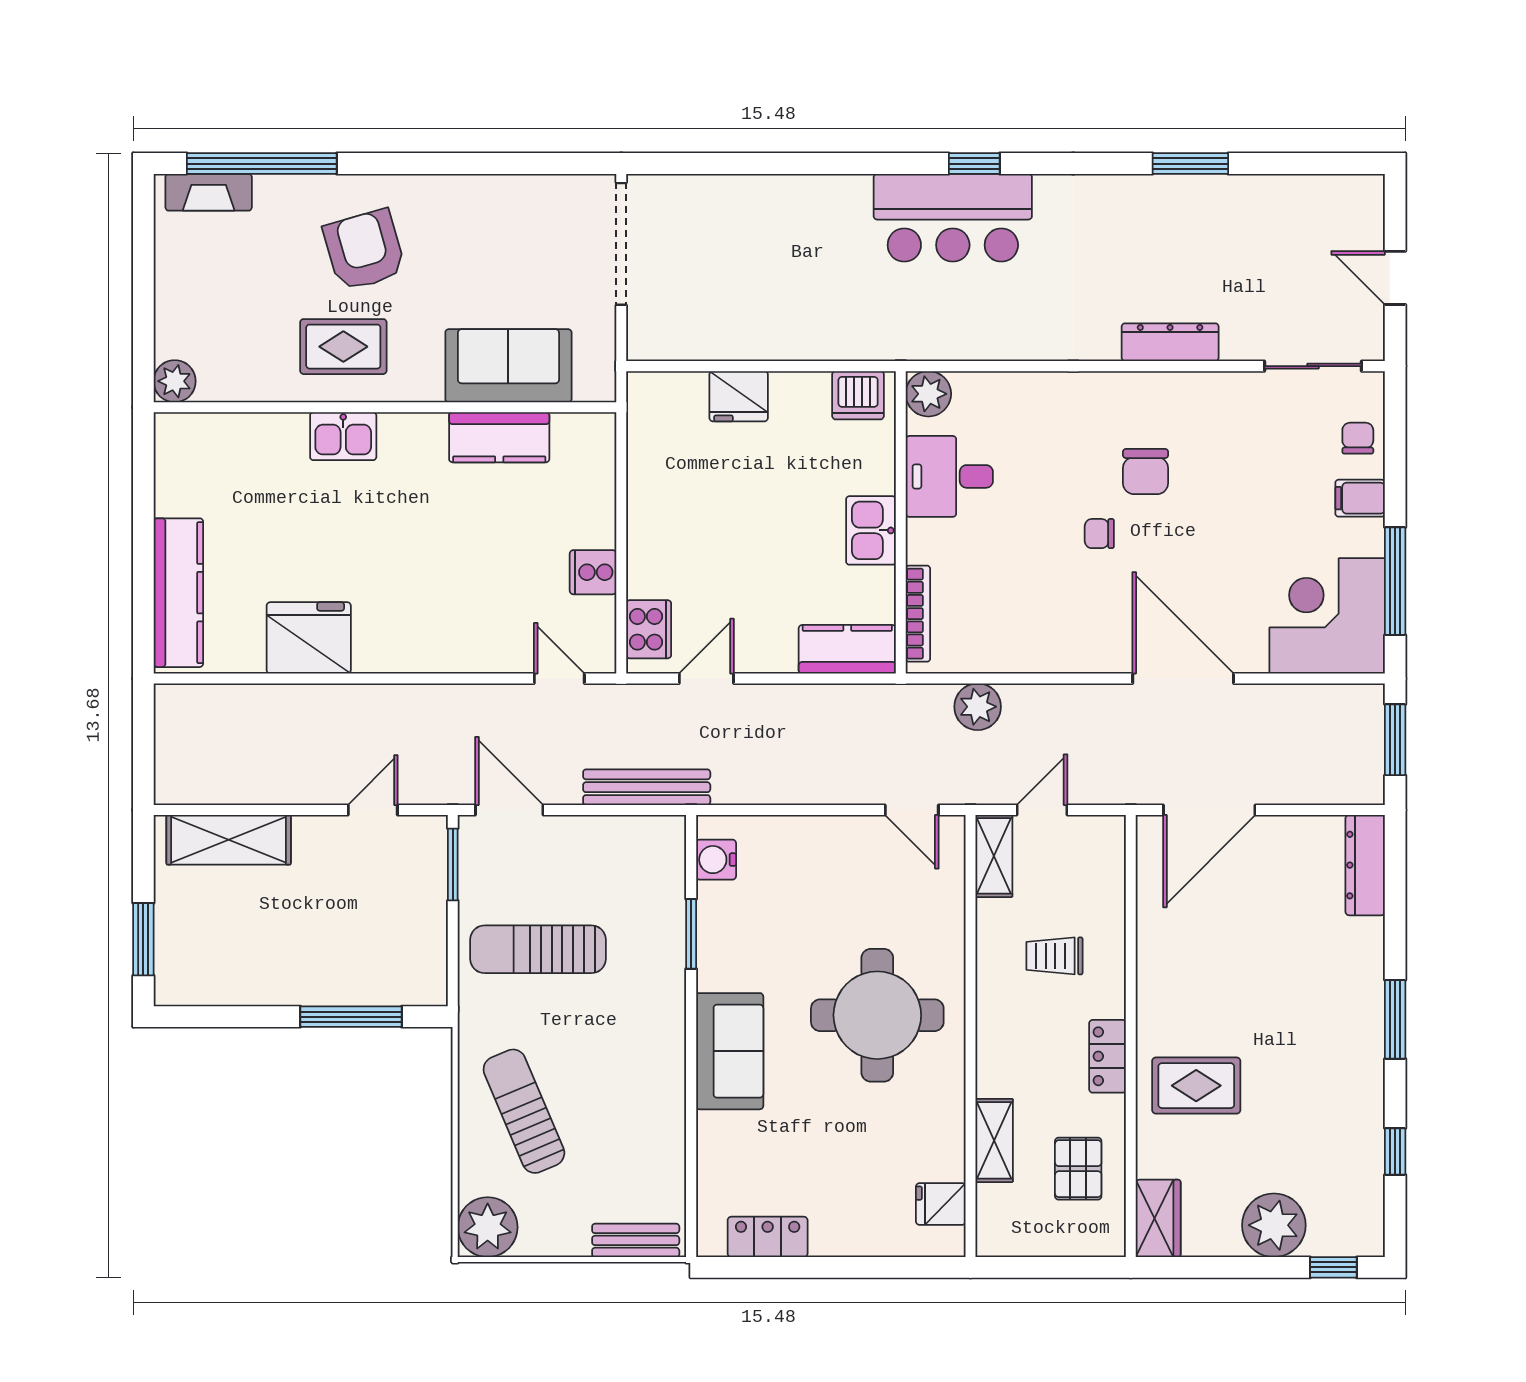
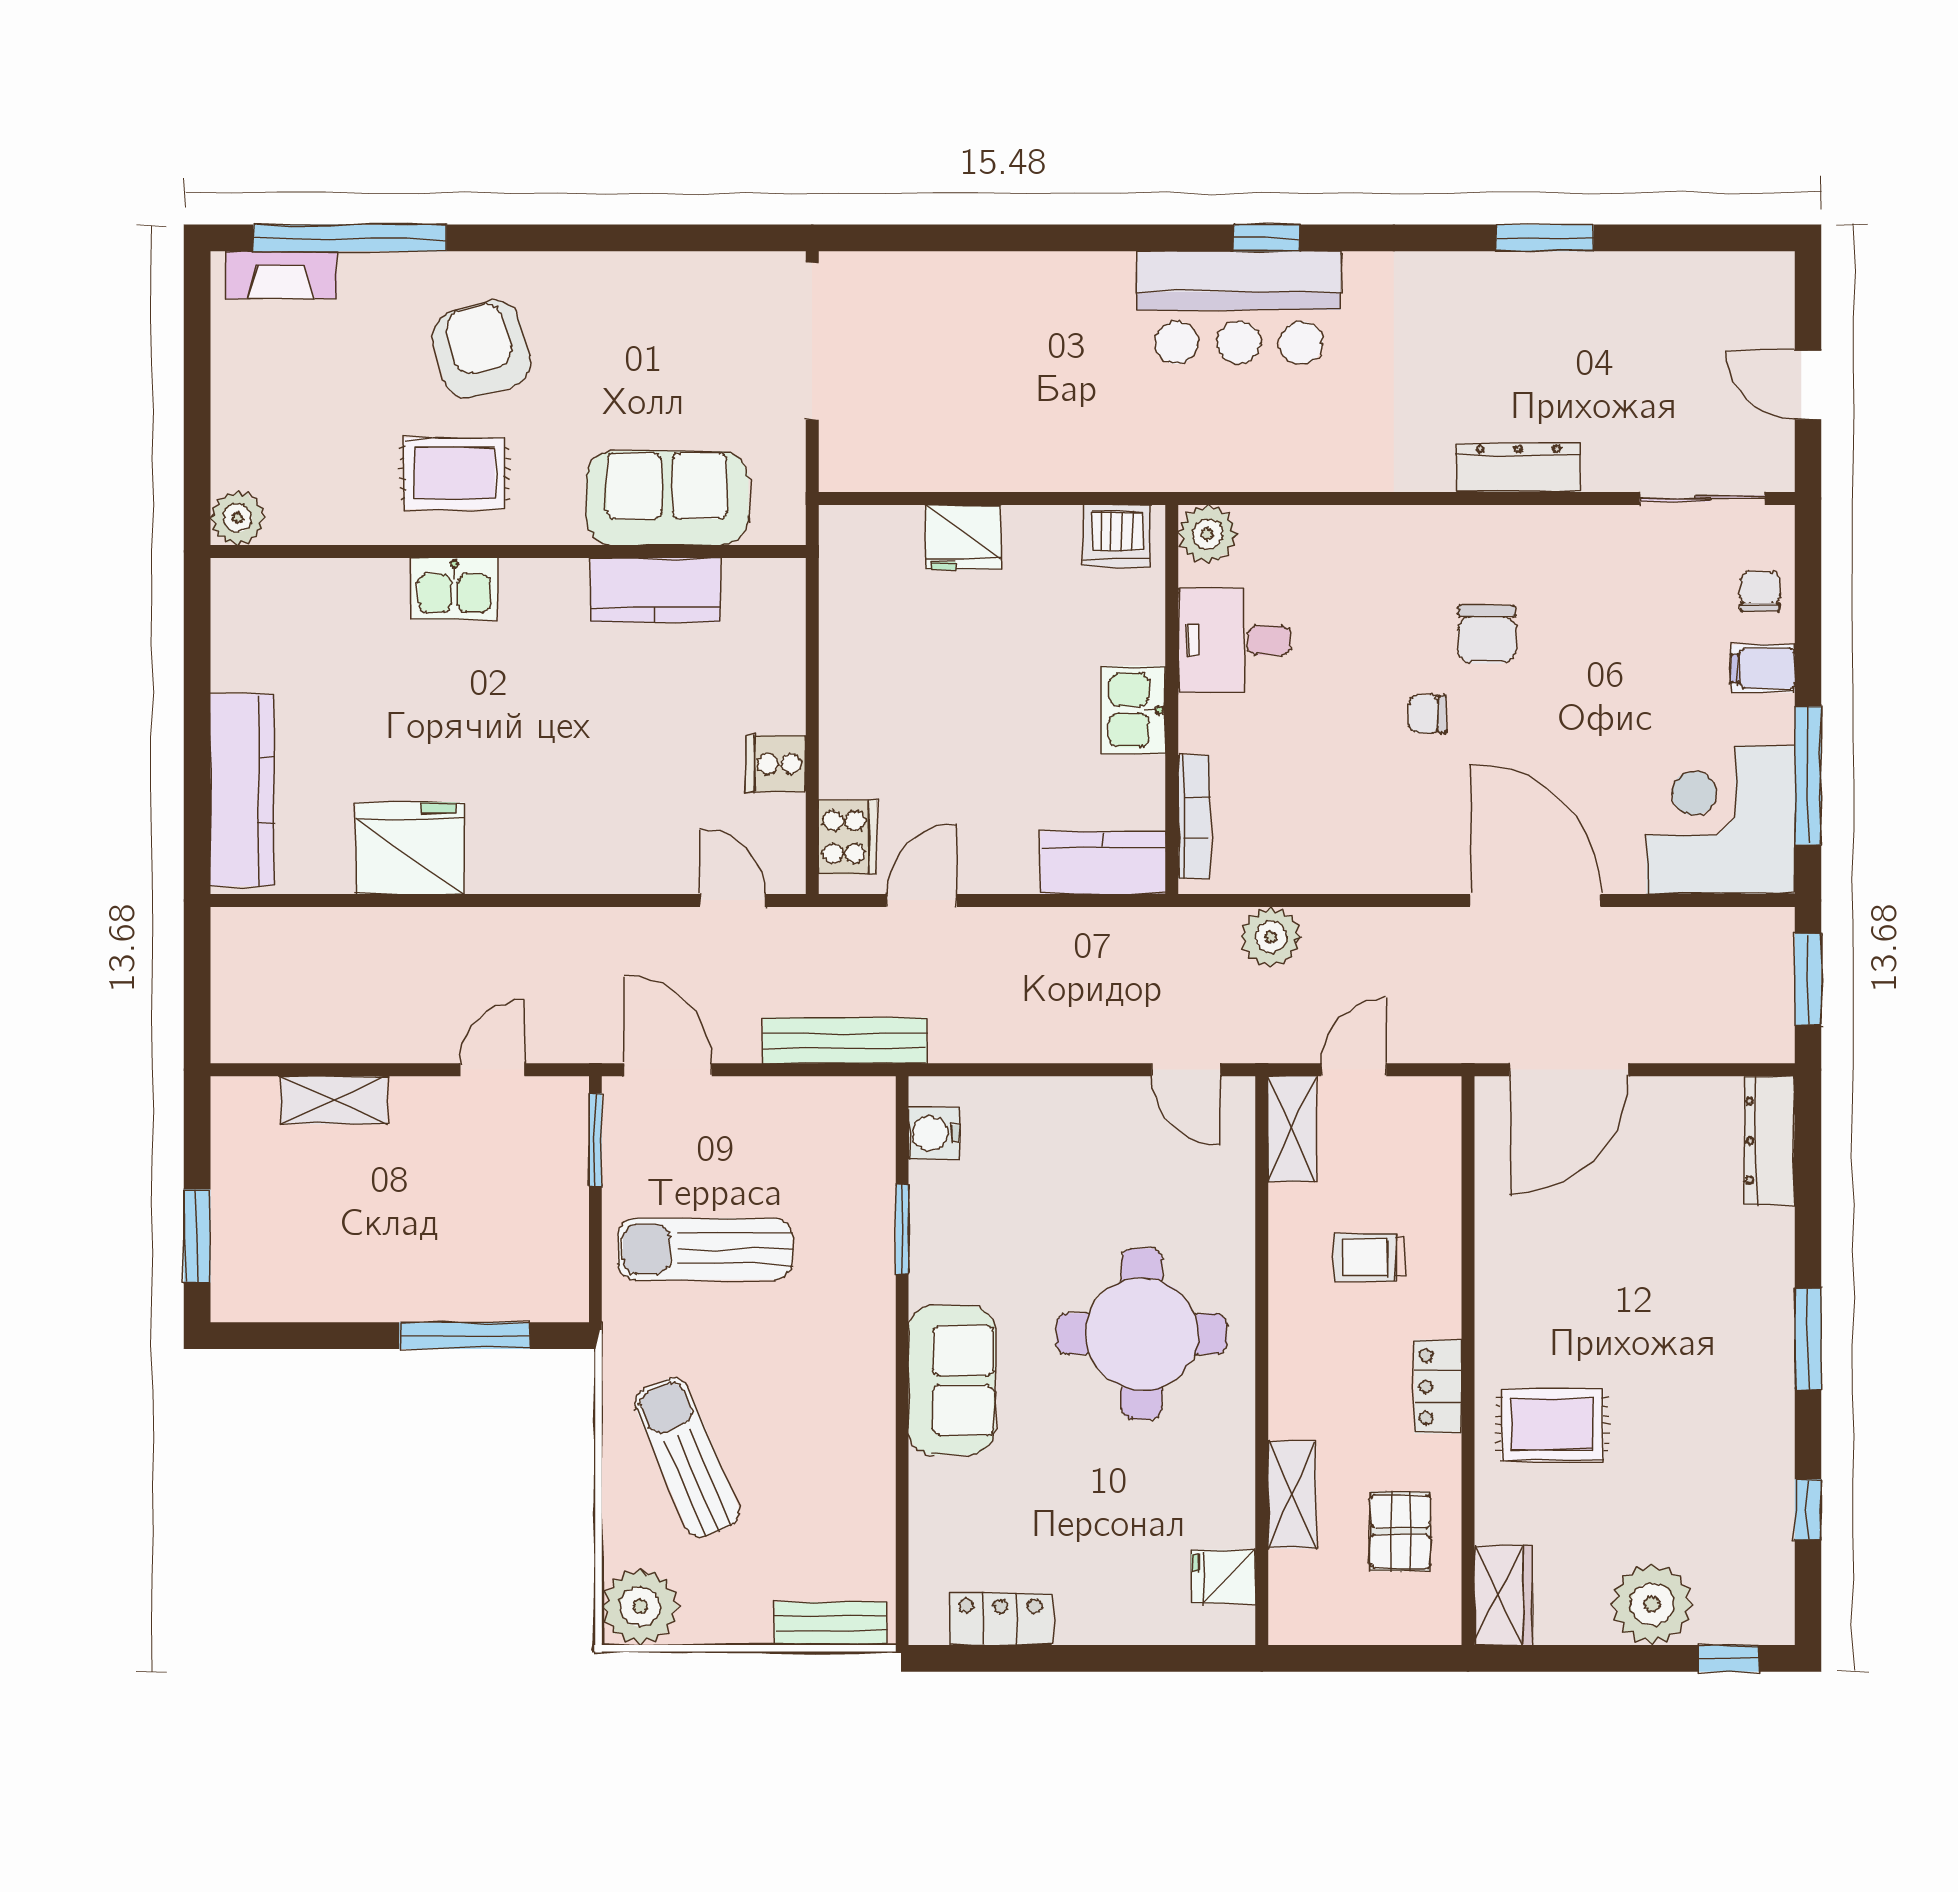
shelving: (229, 840) -> (334, 1100), width x0.67, depth x0.75

